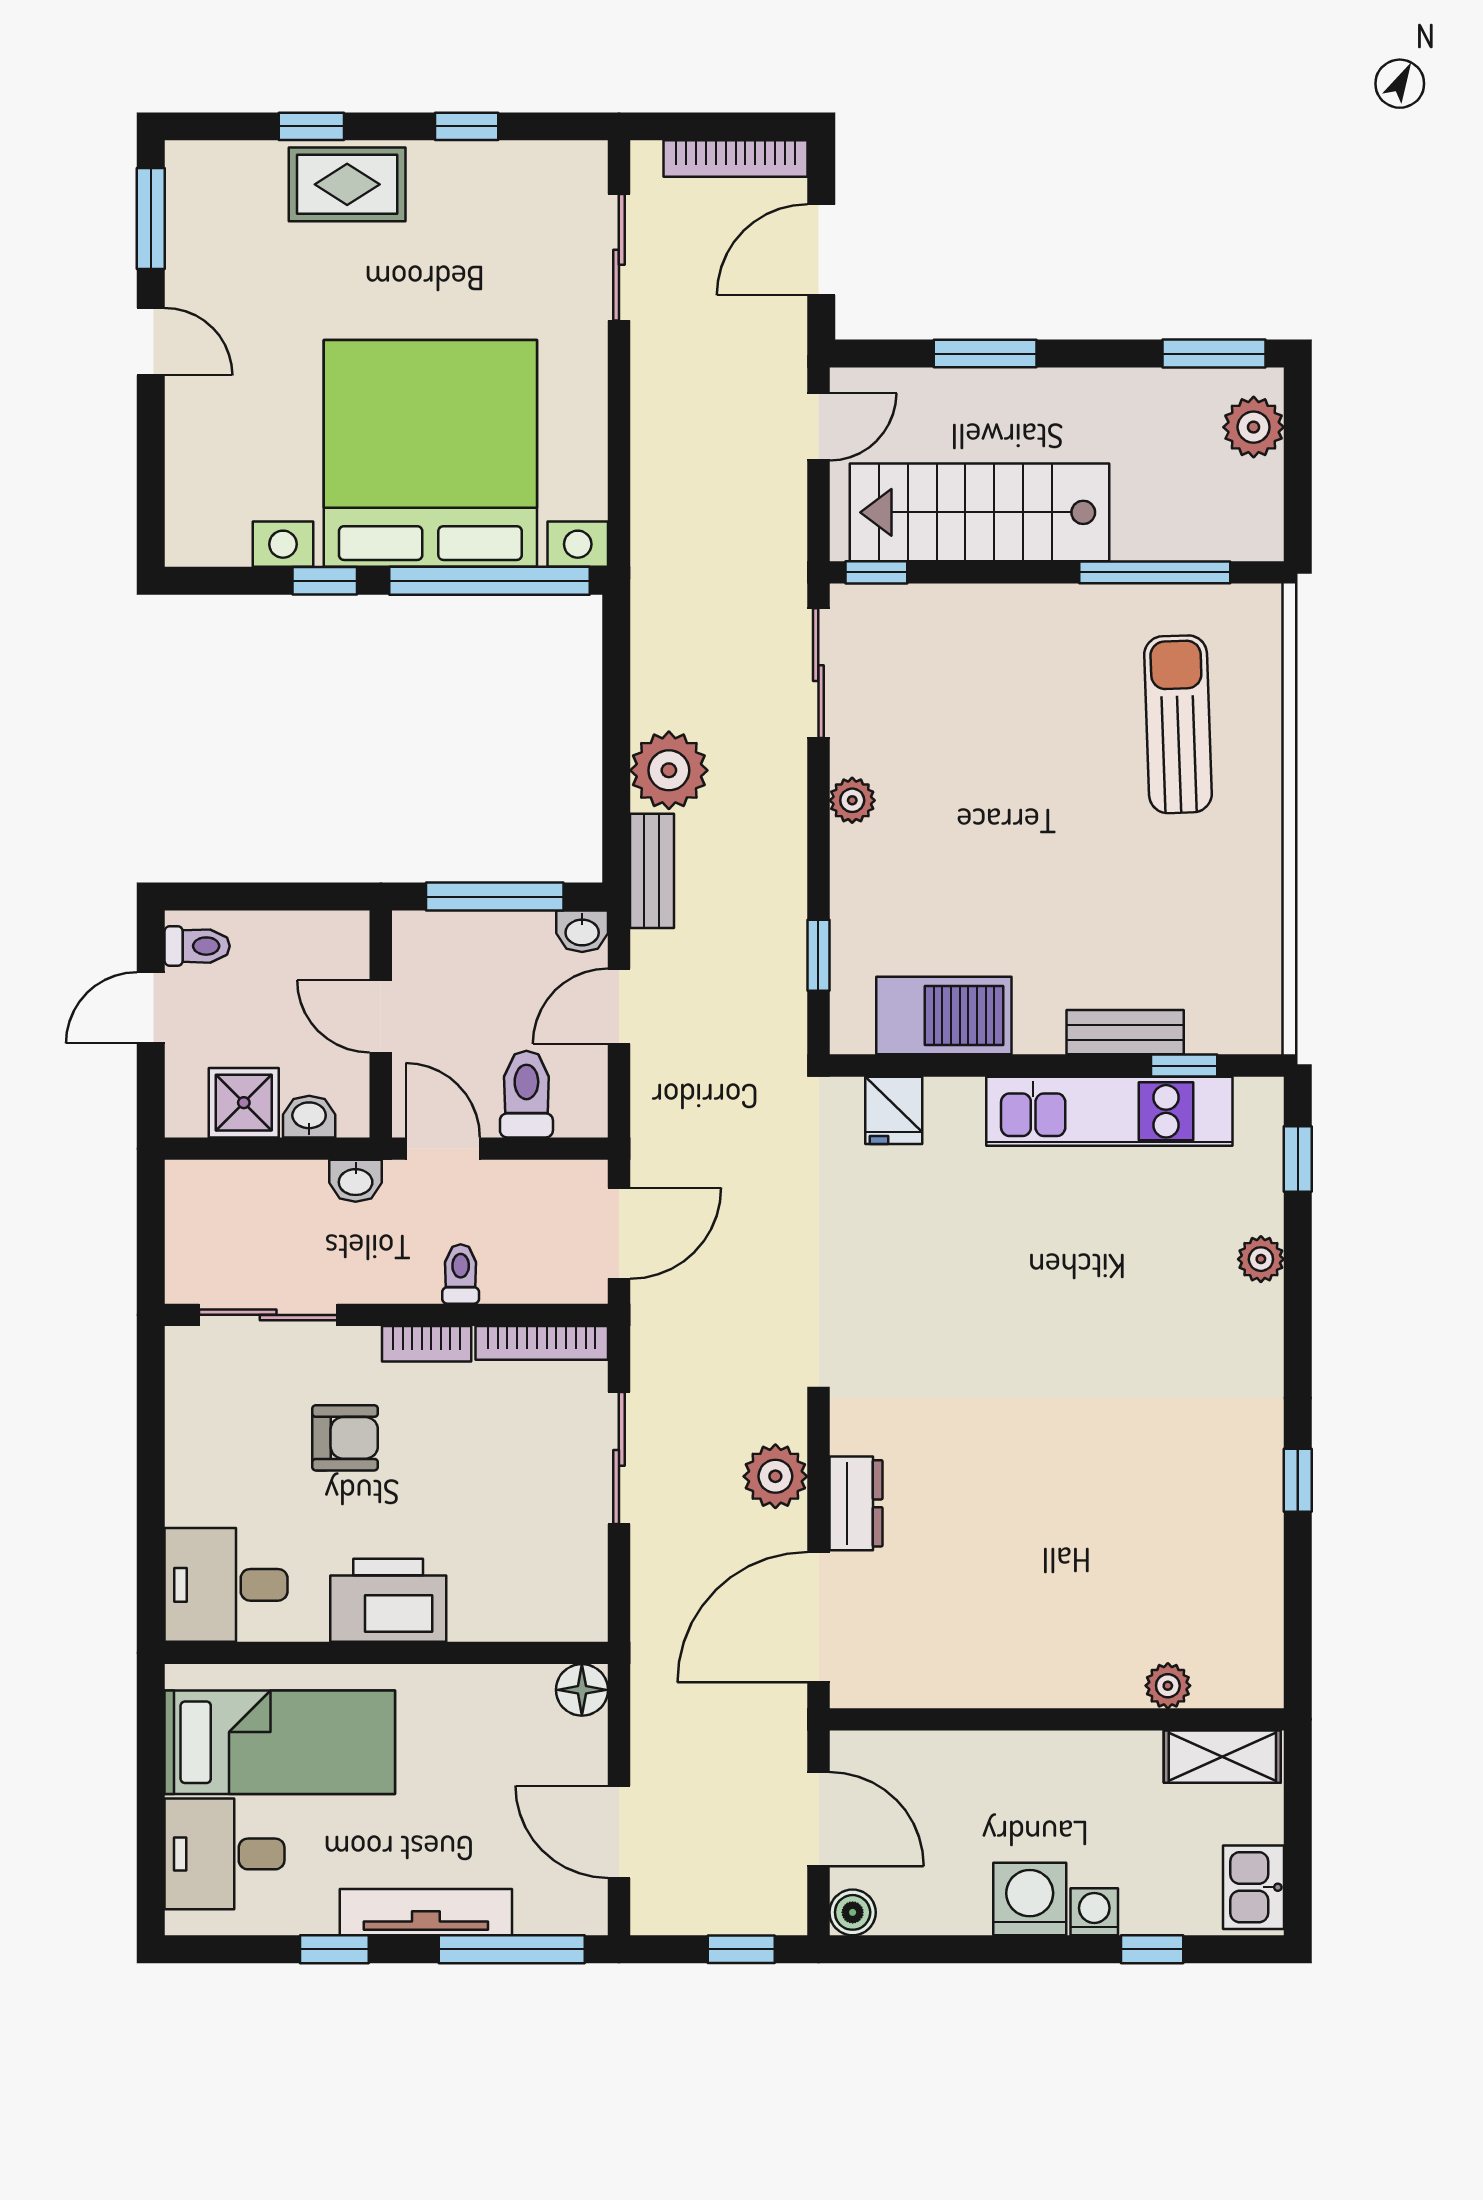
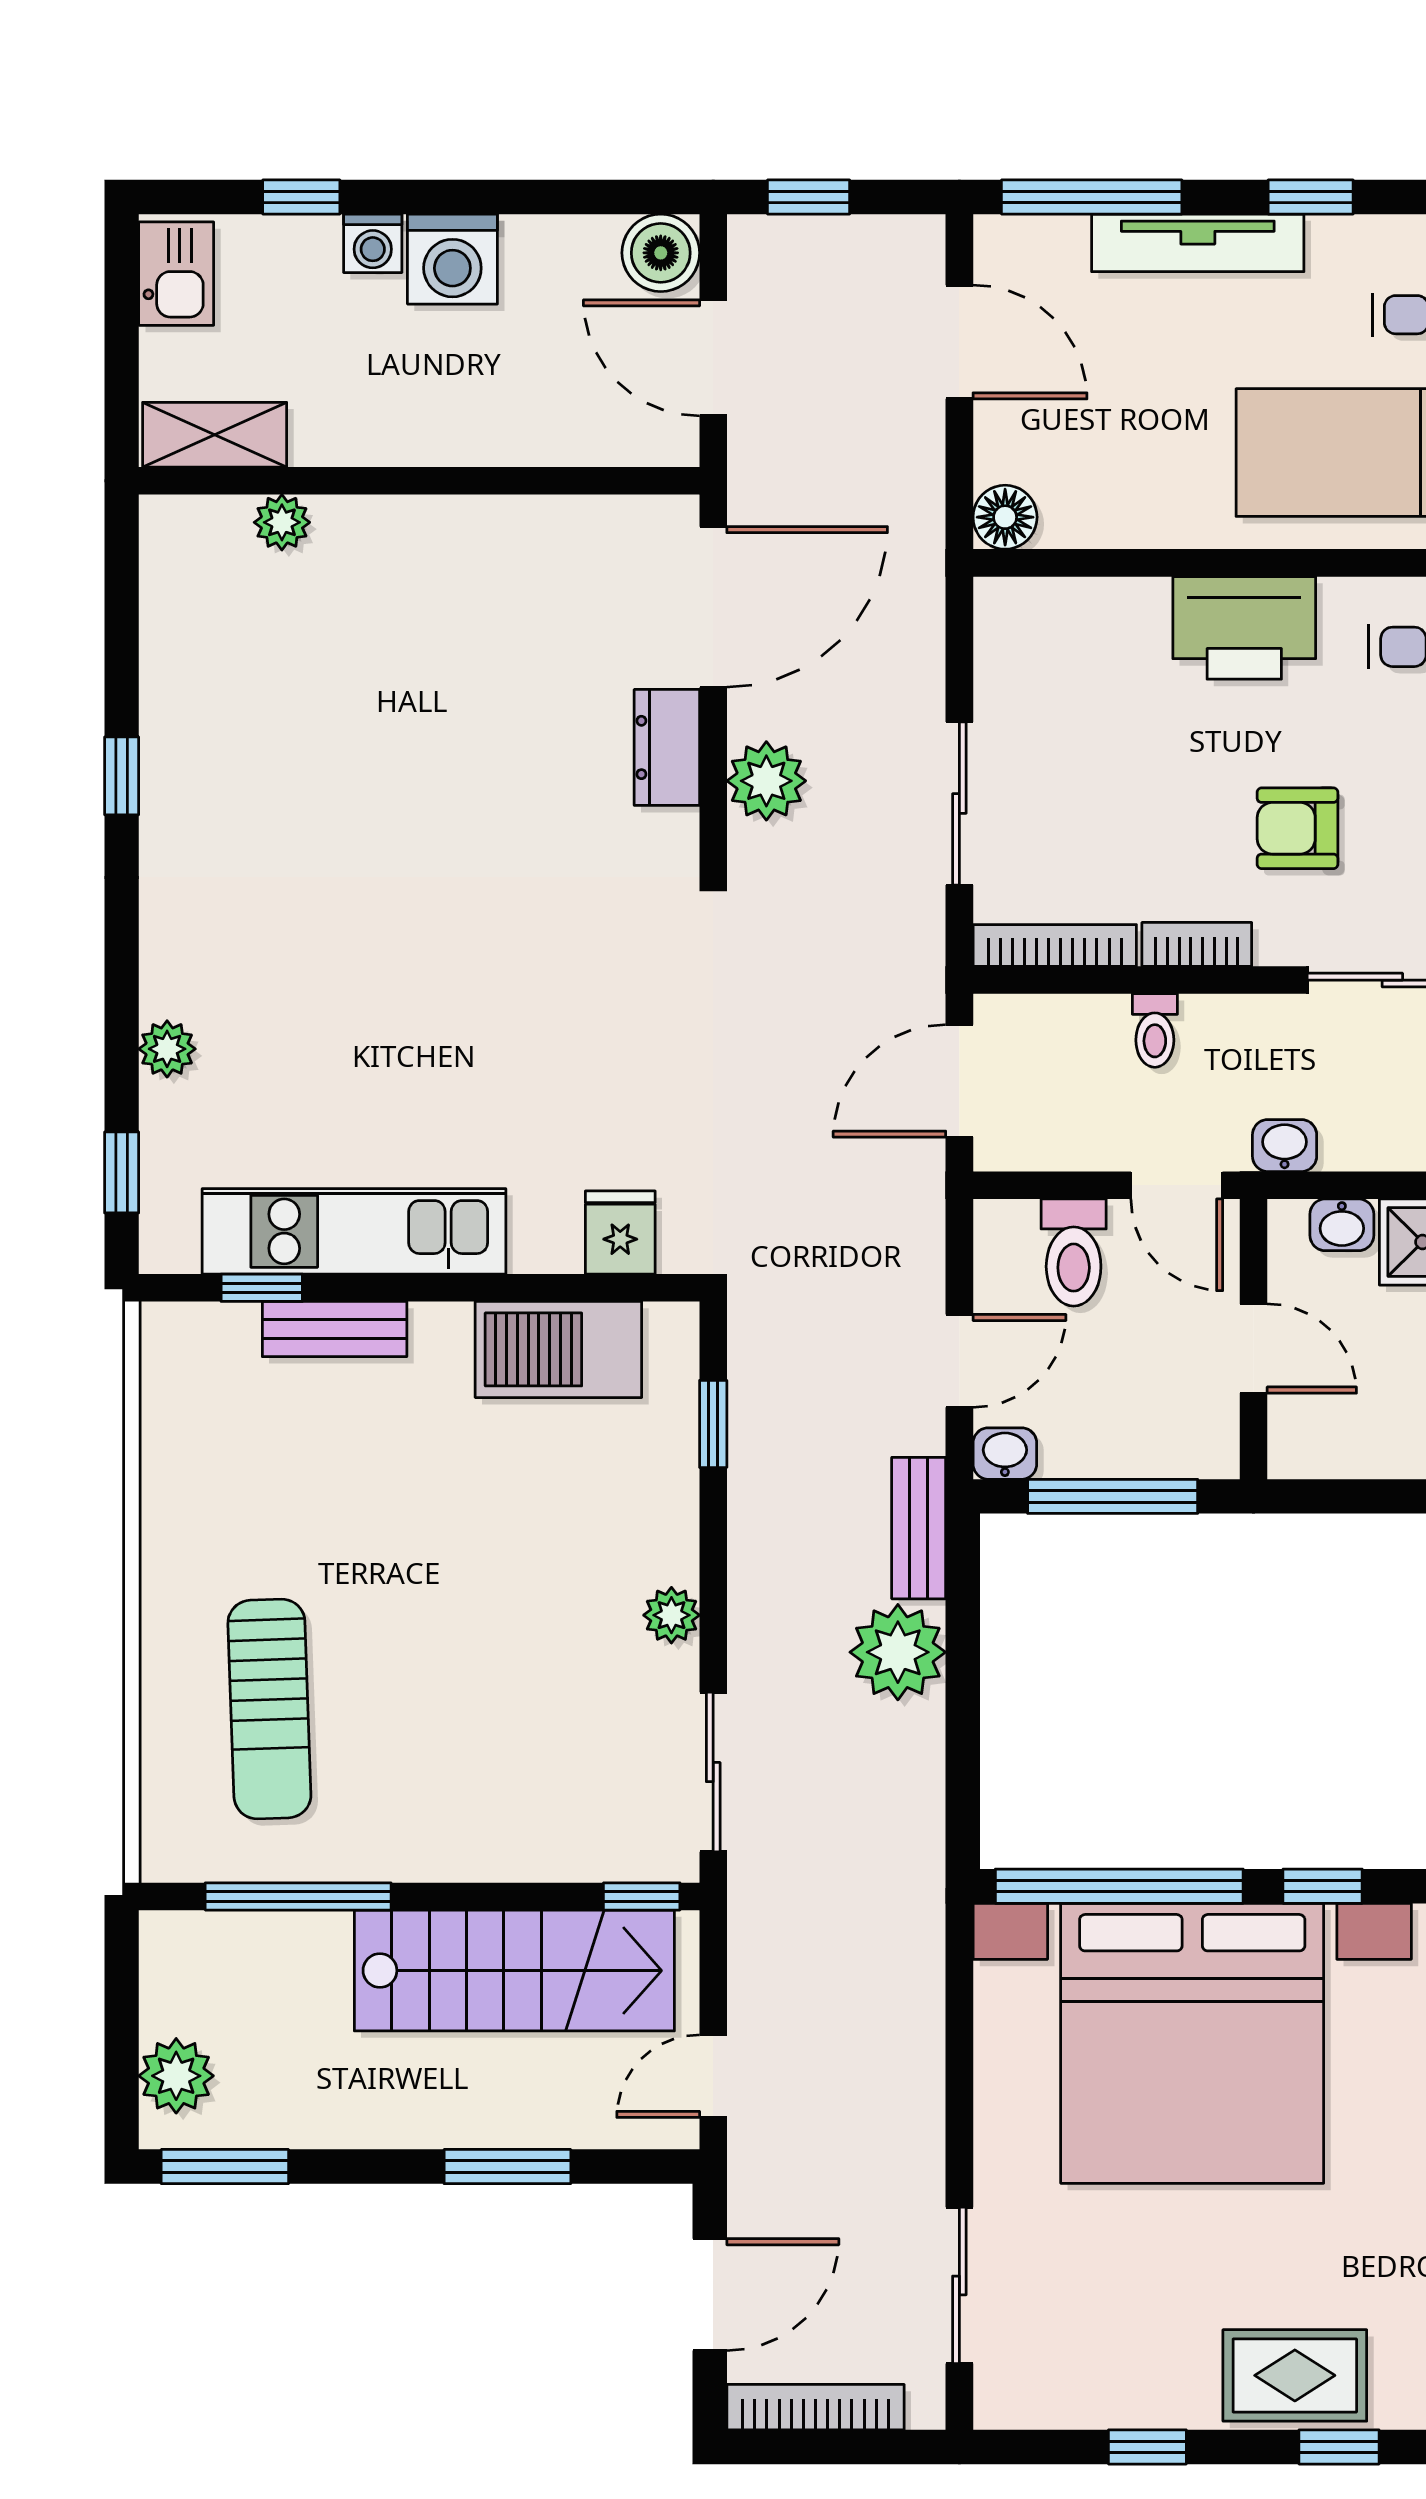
boiler: (853, 1912) -> (661, 253), width x1.36, depth x1.36

